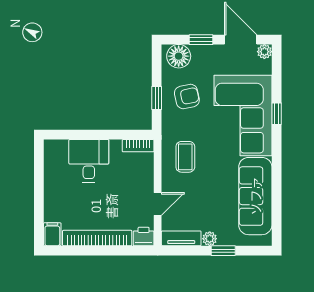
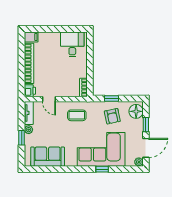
desk: (89, 161) -> (72, 44), moved, turned -90
sofa: (255, 196) -> (48, 157), width x0.73

